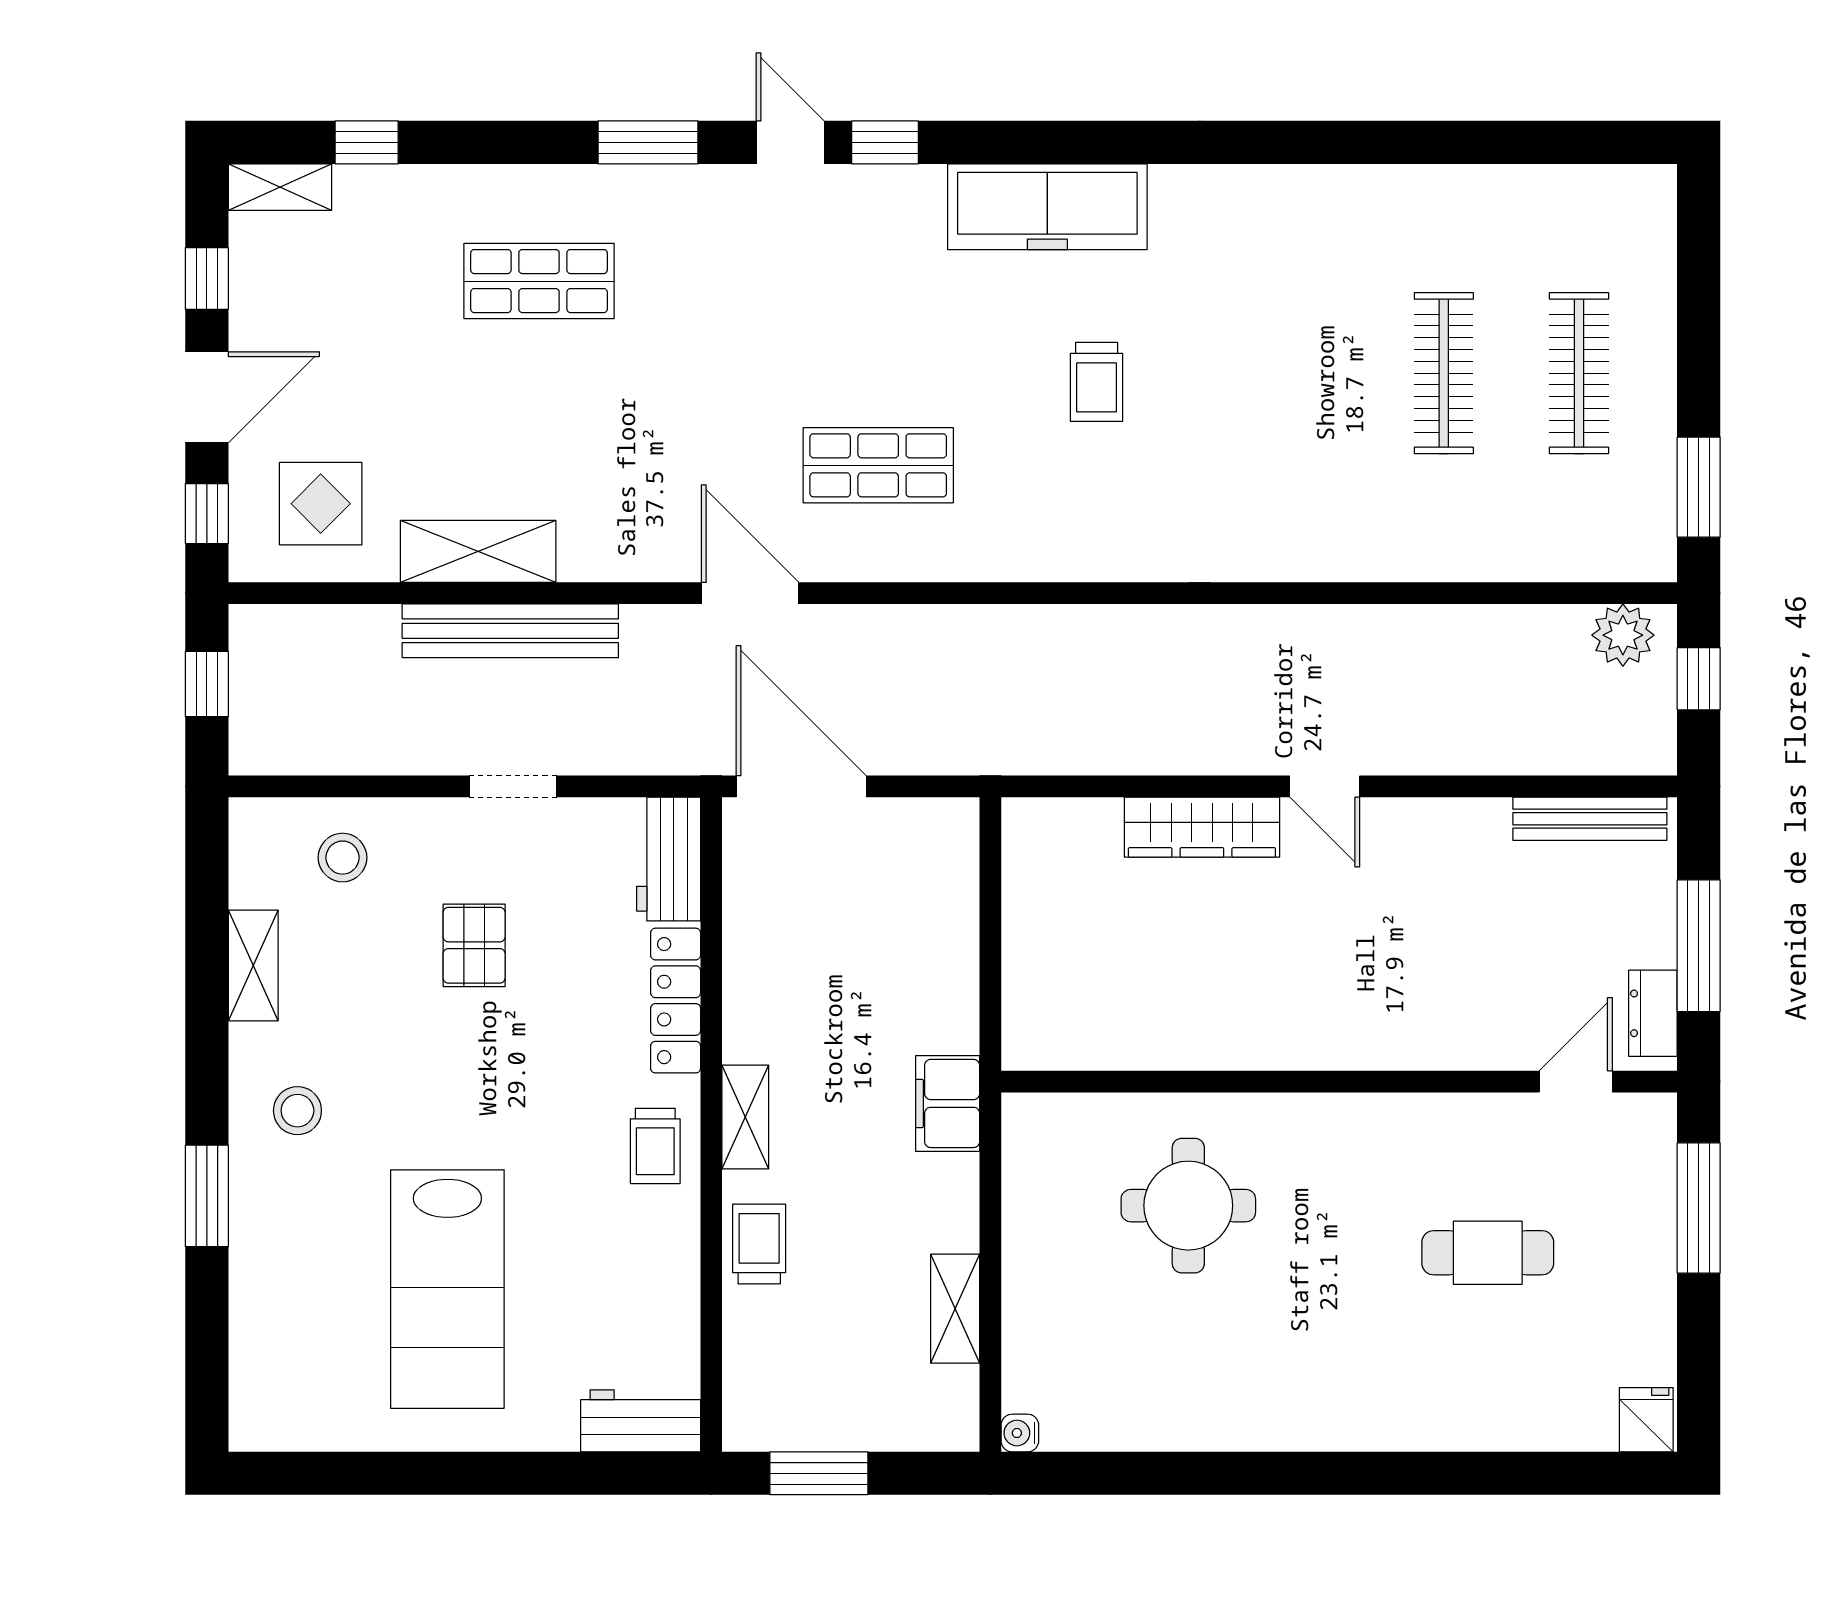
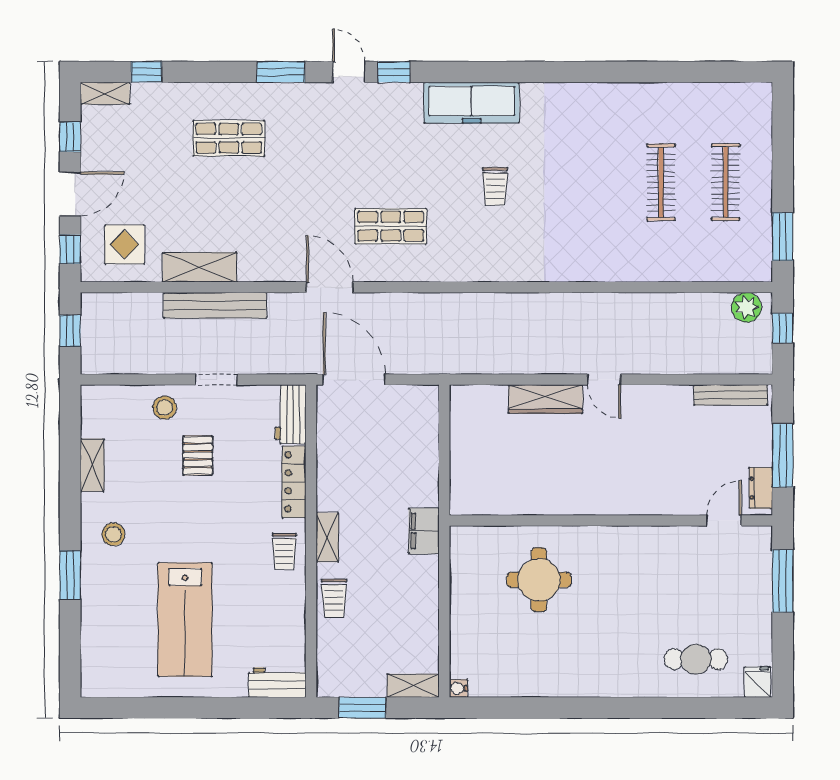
stool: (343, 858) -> (165, 408), moved
trolley: (759, 1244) -> (334, 598), turned 180
cafe table: (1488, 1253) -> (696, 659), moved
shelving: (955, 1309) -> (413, 686), moved, turned 90

